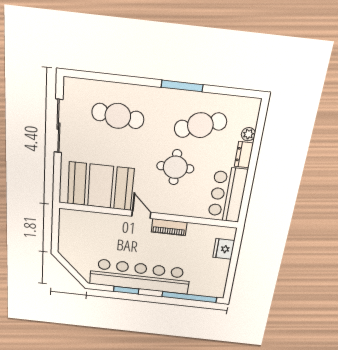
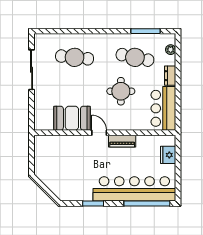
window: (182, 86) -> (146, 31), moved
cafe table: (200, 125) -> (135, 57), turned 30
plant: (248, 134) -> (171, 50), moved
booth: (100, 186) -> (72, 118), width x0.73, depth x0.70
bar counter: (140, 276) -> (134, 189), moved

